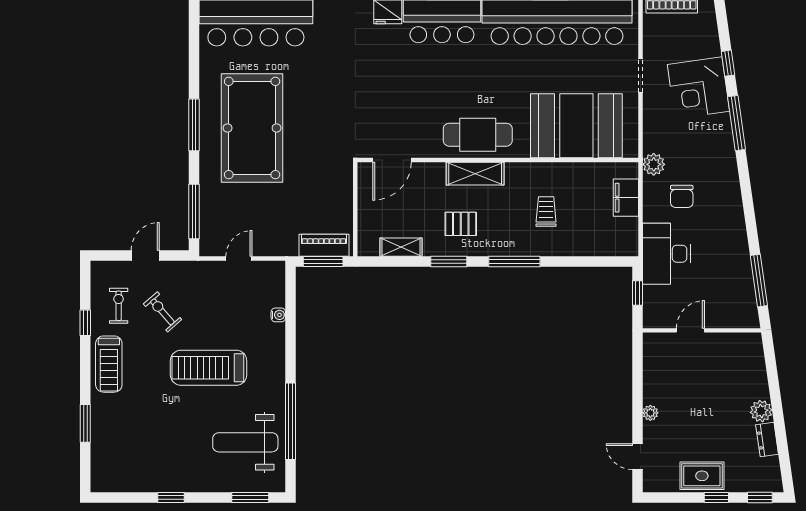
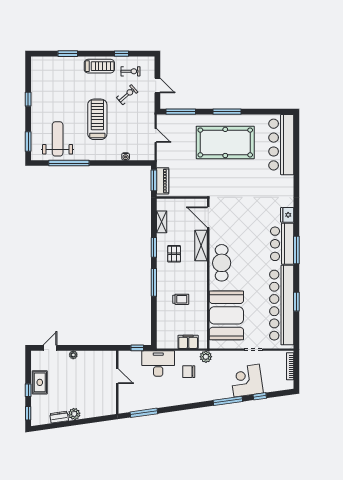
shelving: (475, 174) -> (201, 246), moved
treadmill: (109, 364) -> (99, 66), turned 180

